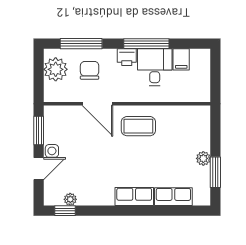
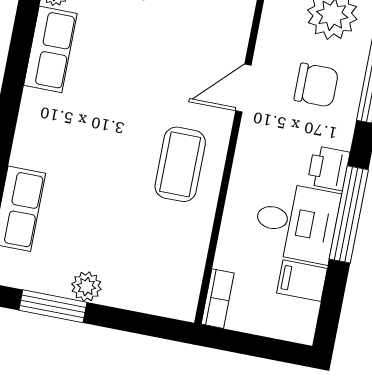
bookcase: (197, 97) -> (218, 299), added
door: (97, 104) -> (243, 88), width x0.73
row of seats: (134, 196) -> (50, 49), moved

